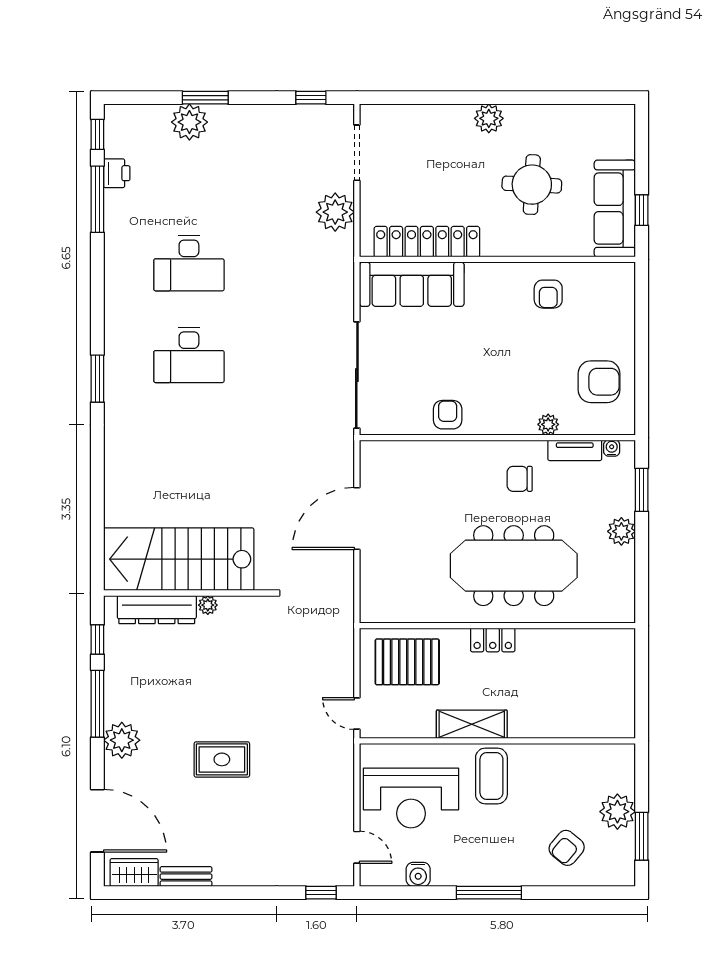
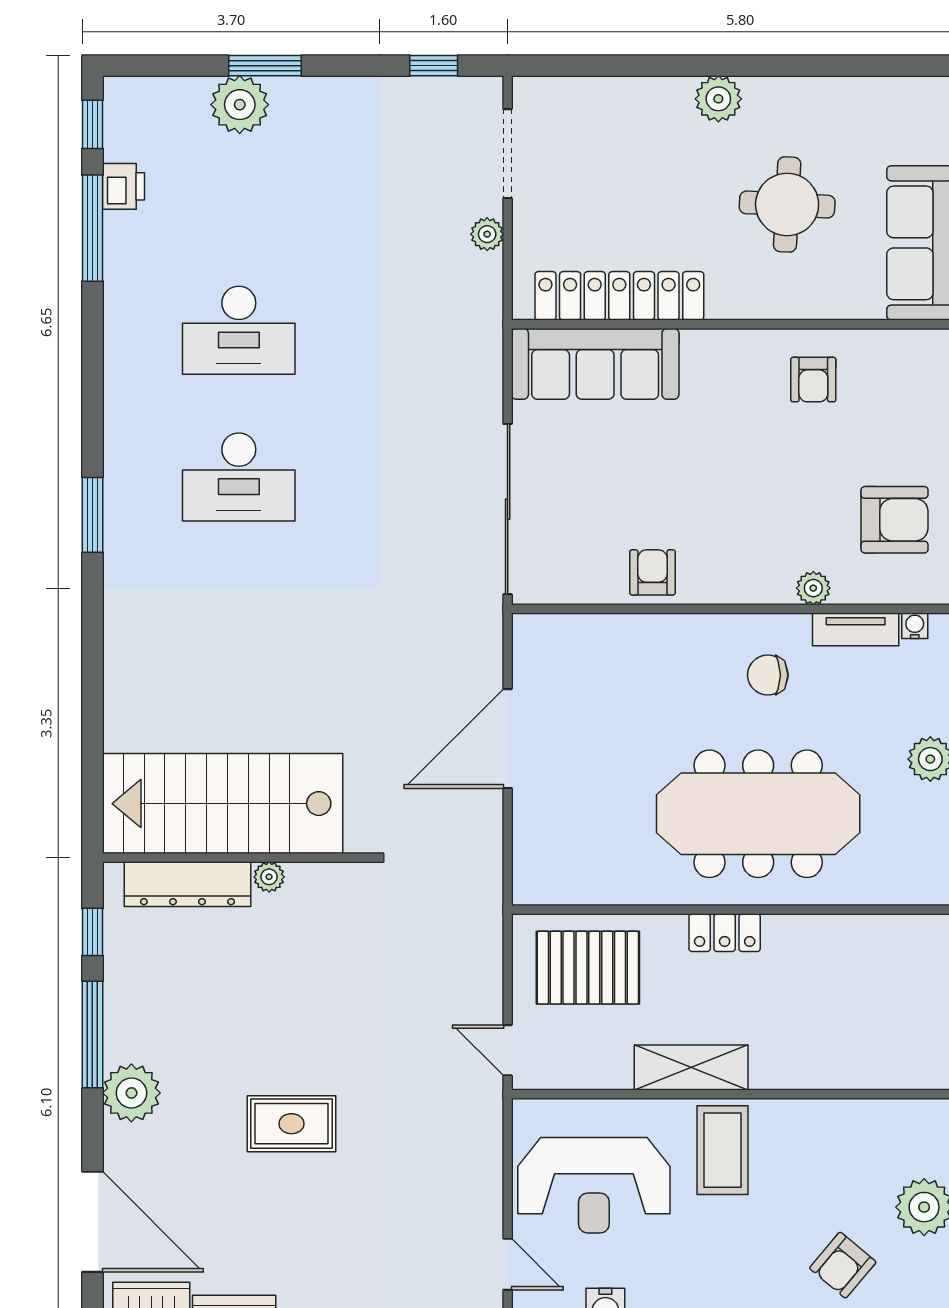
plant: (335, 212) -> (487, 234), width x0.53, depth x0.53

